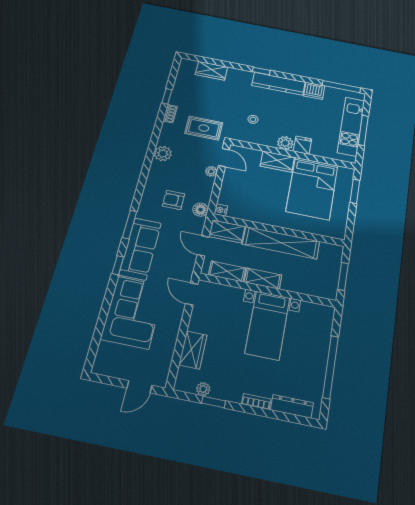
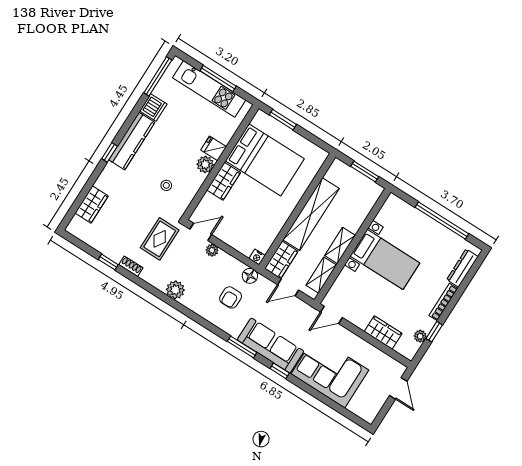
bookcase: (256, 401) -> (443, 302), width x1.56

